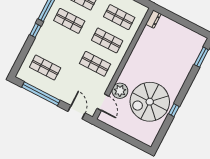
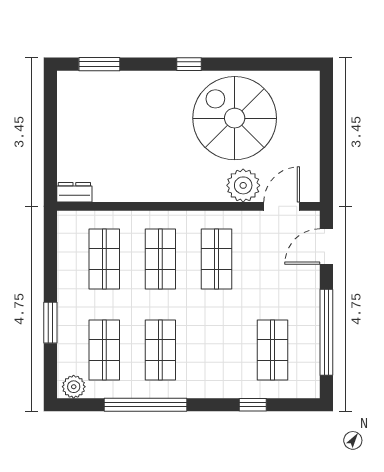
window: (35, 30) -> (253, 405), moved
spiral stairs: (150, 102) -> (235, 118), turned 180
window: (174, 110) -> (189, 64), moved

